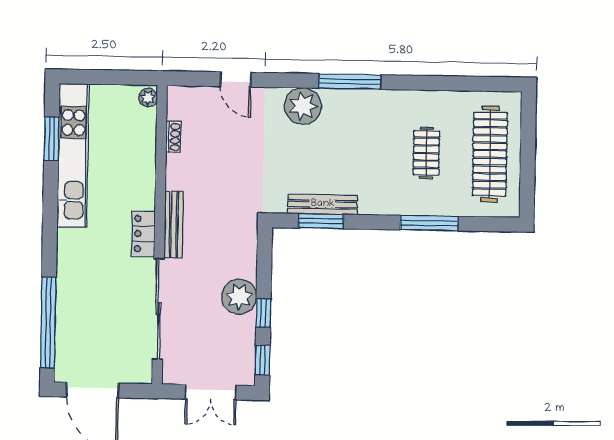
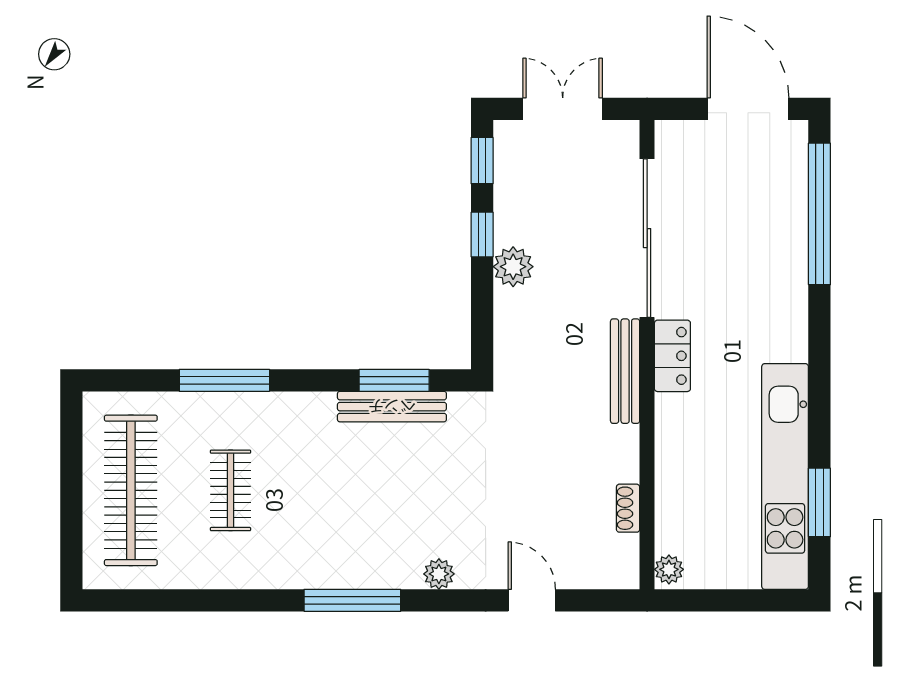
plant: (303, 106) -> (439, 574), width x0.53, depth x0.53
plant: (239, 297) -> (513, 267), width x0.73, depth x0.73

